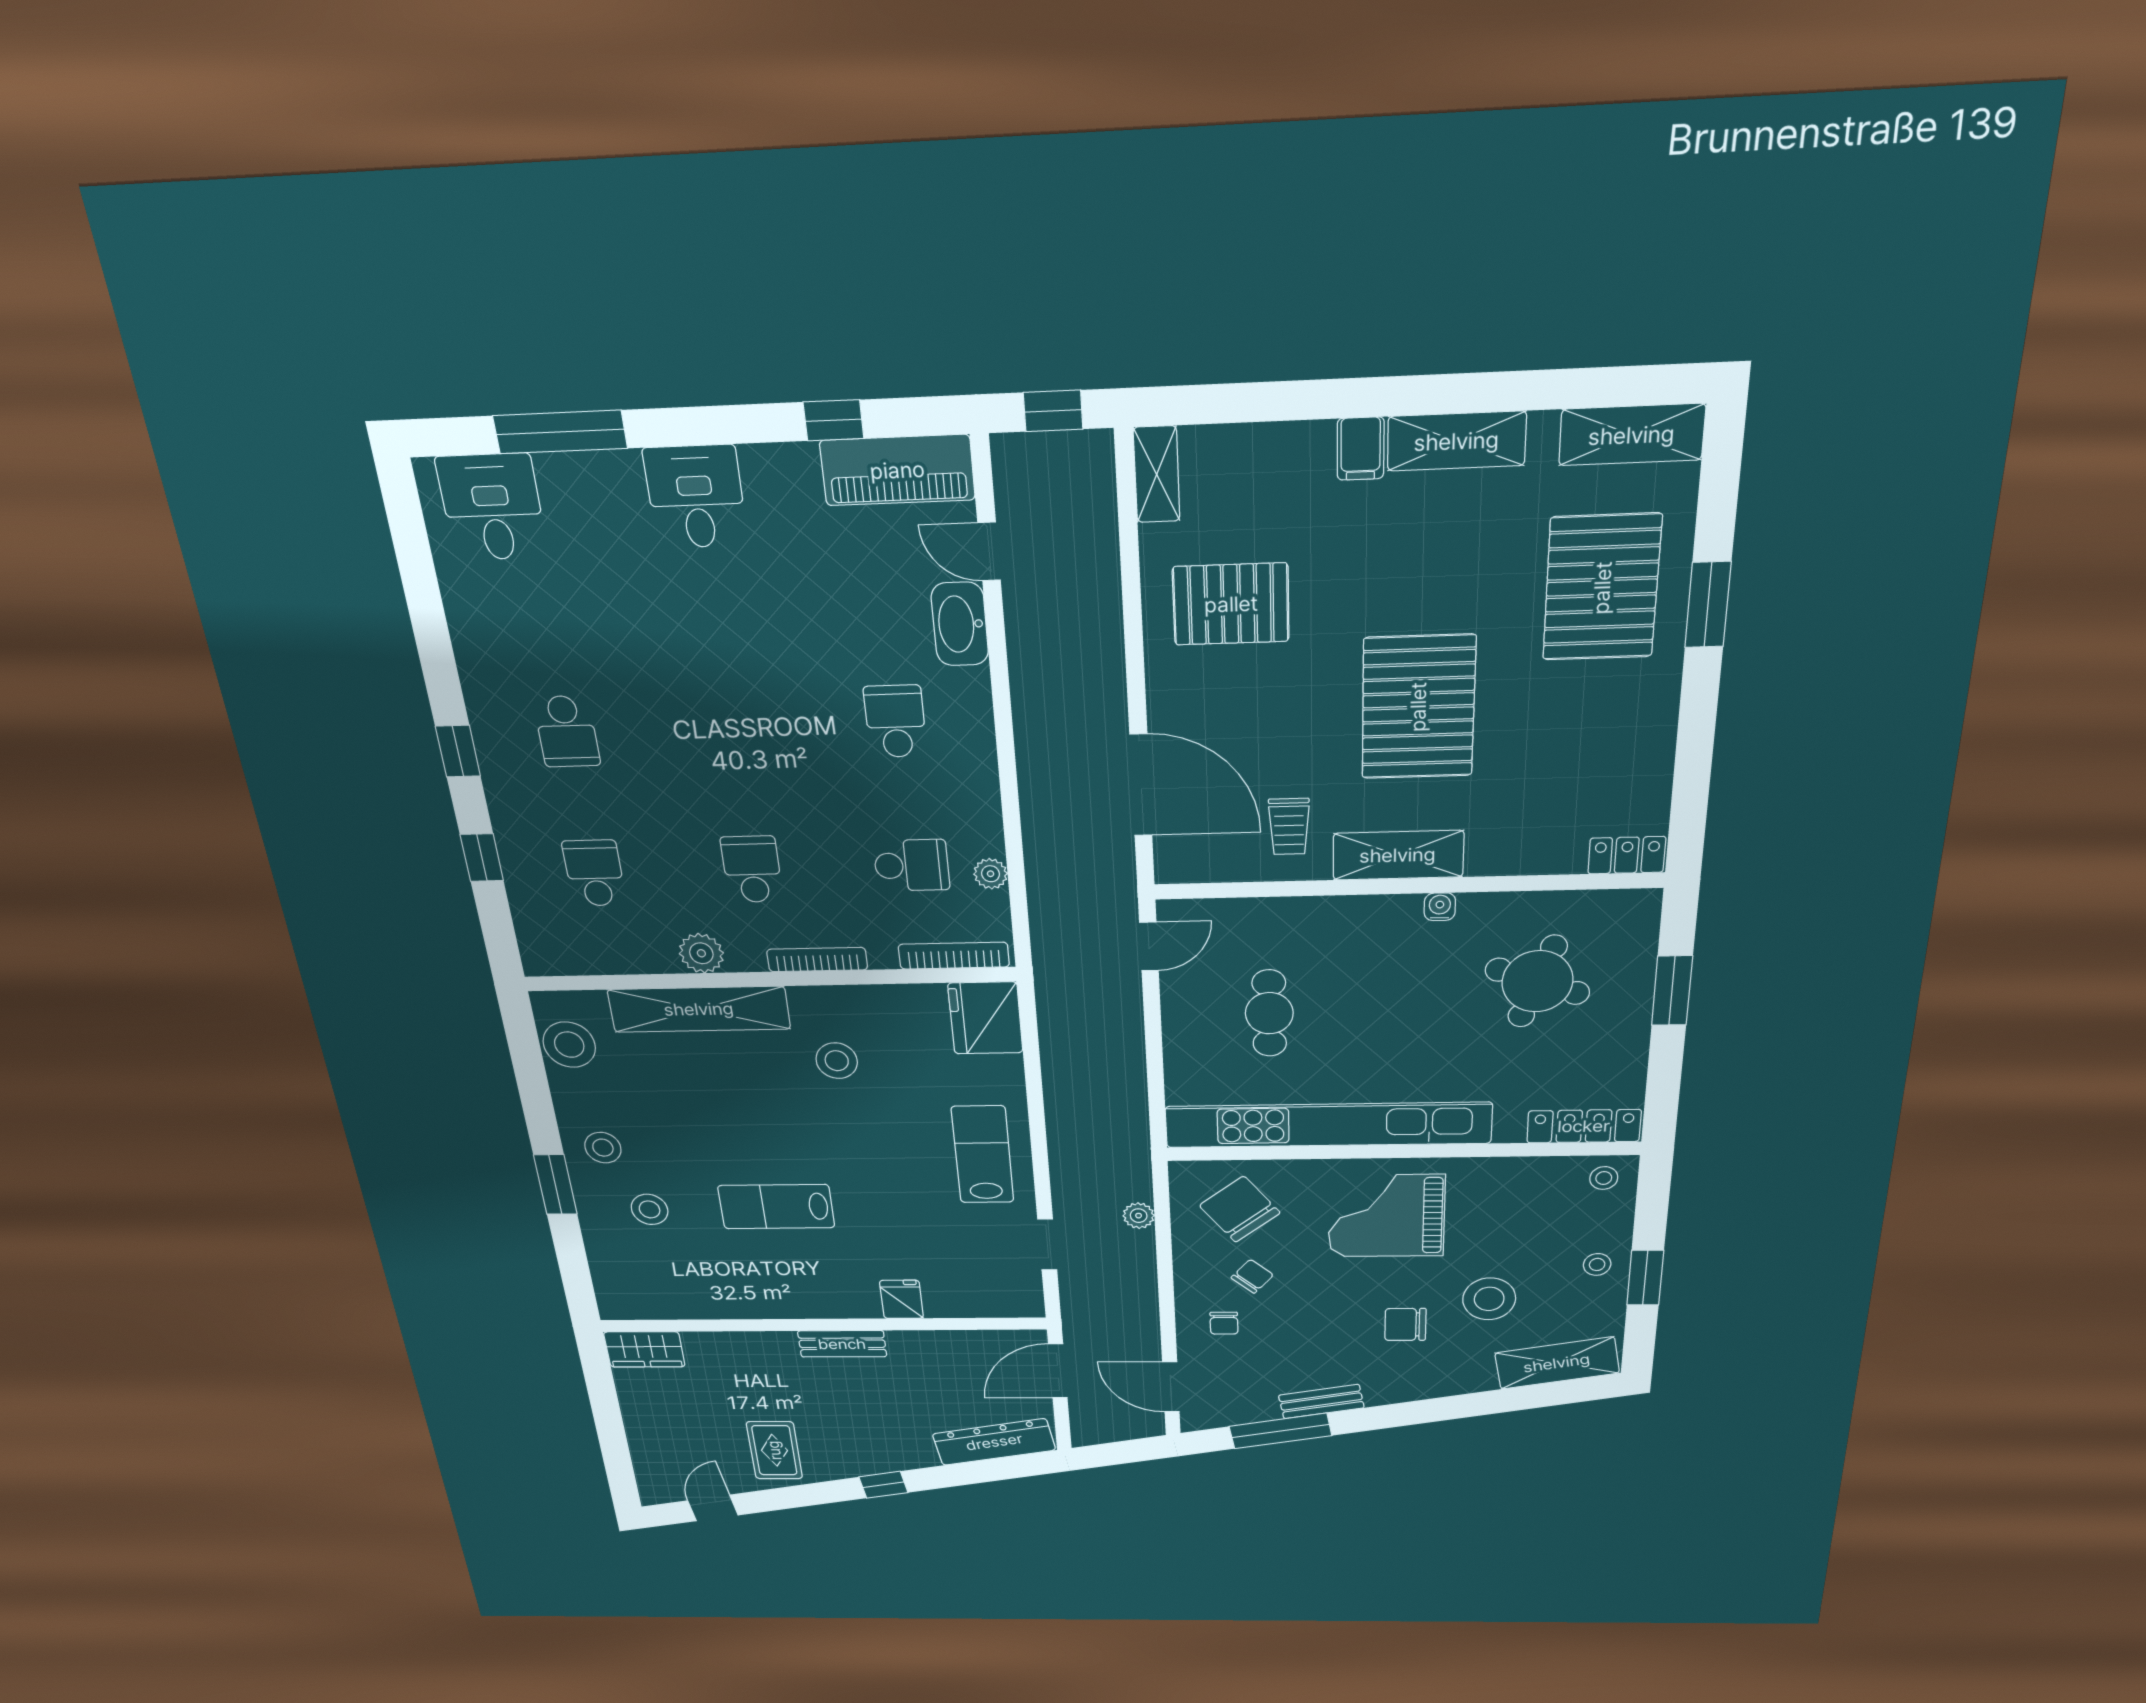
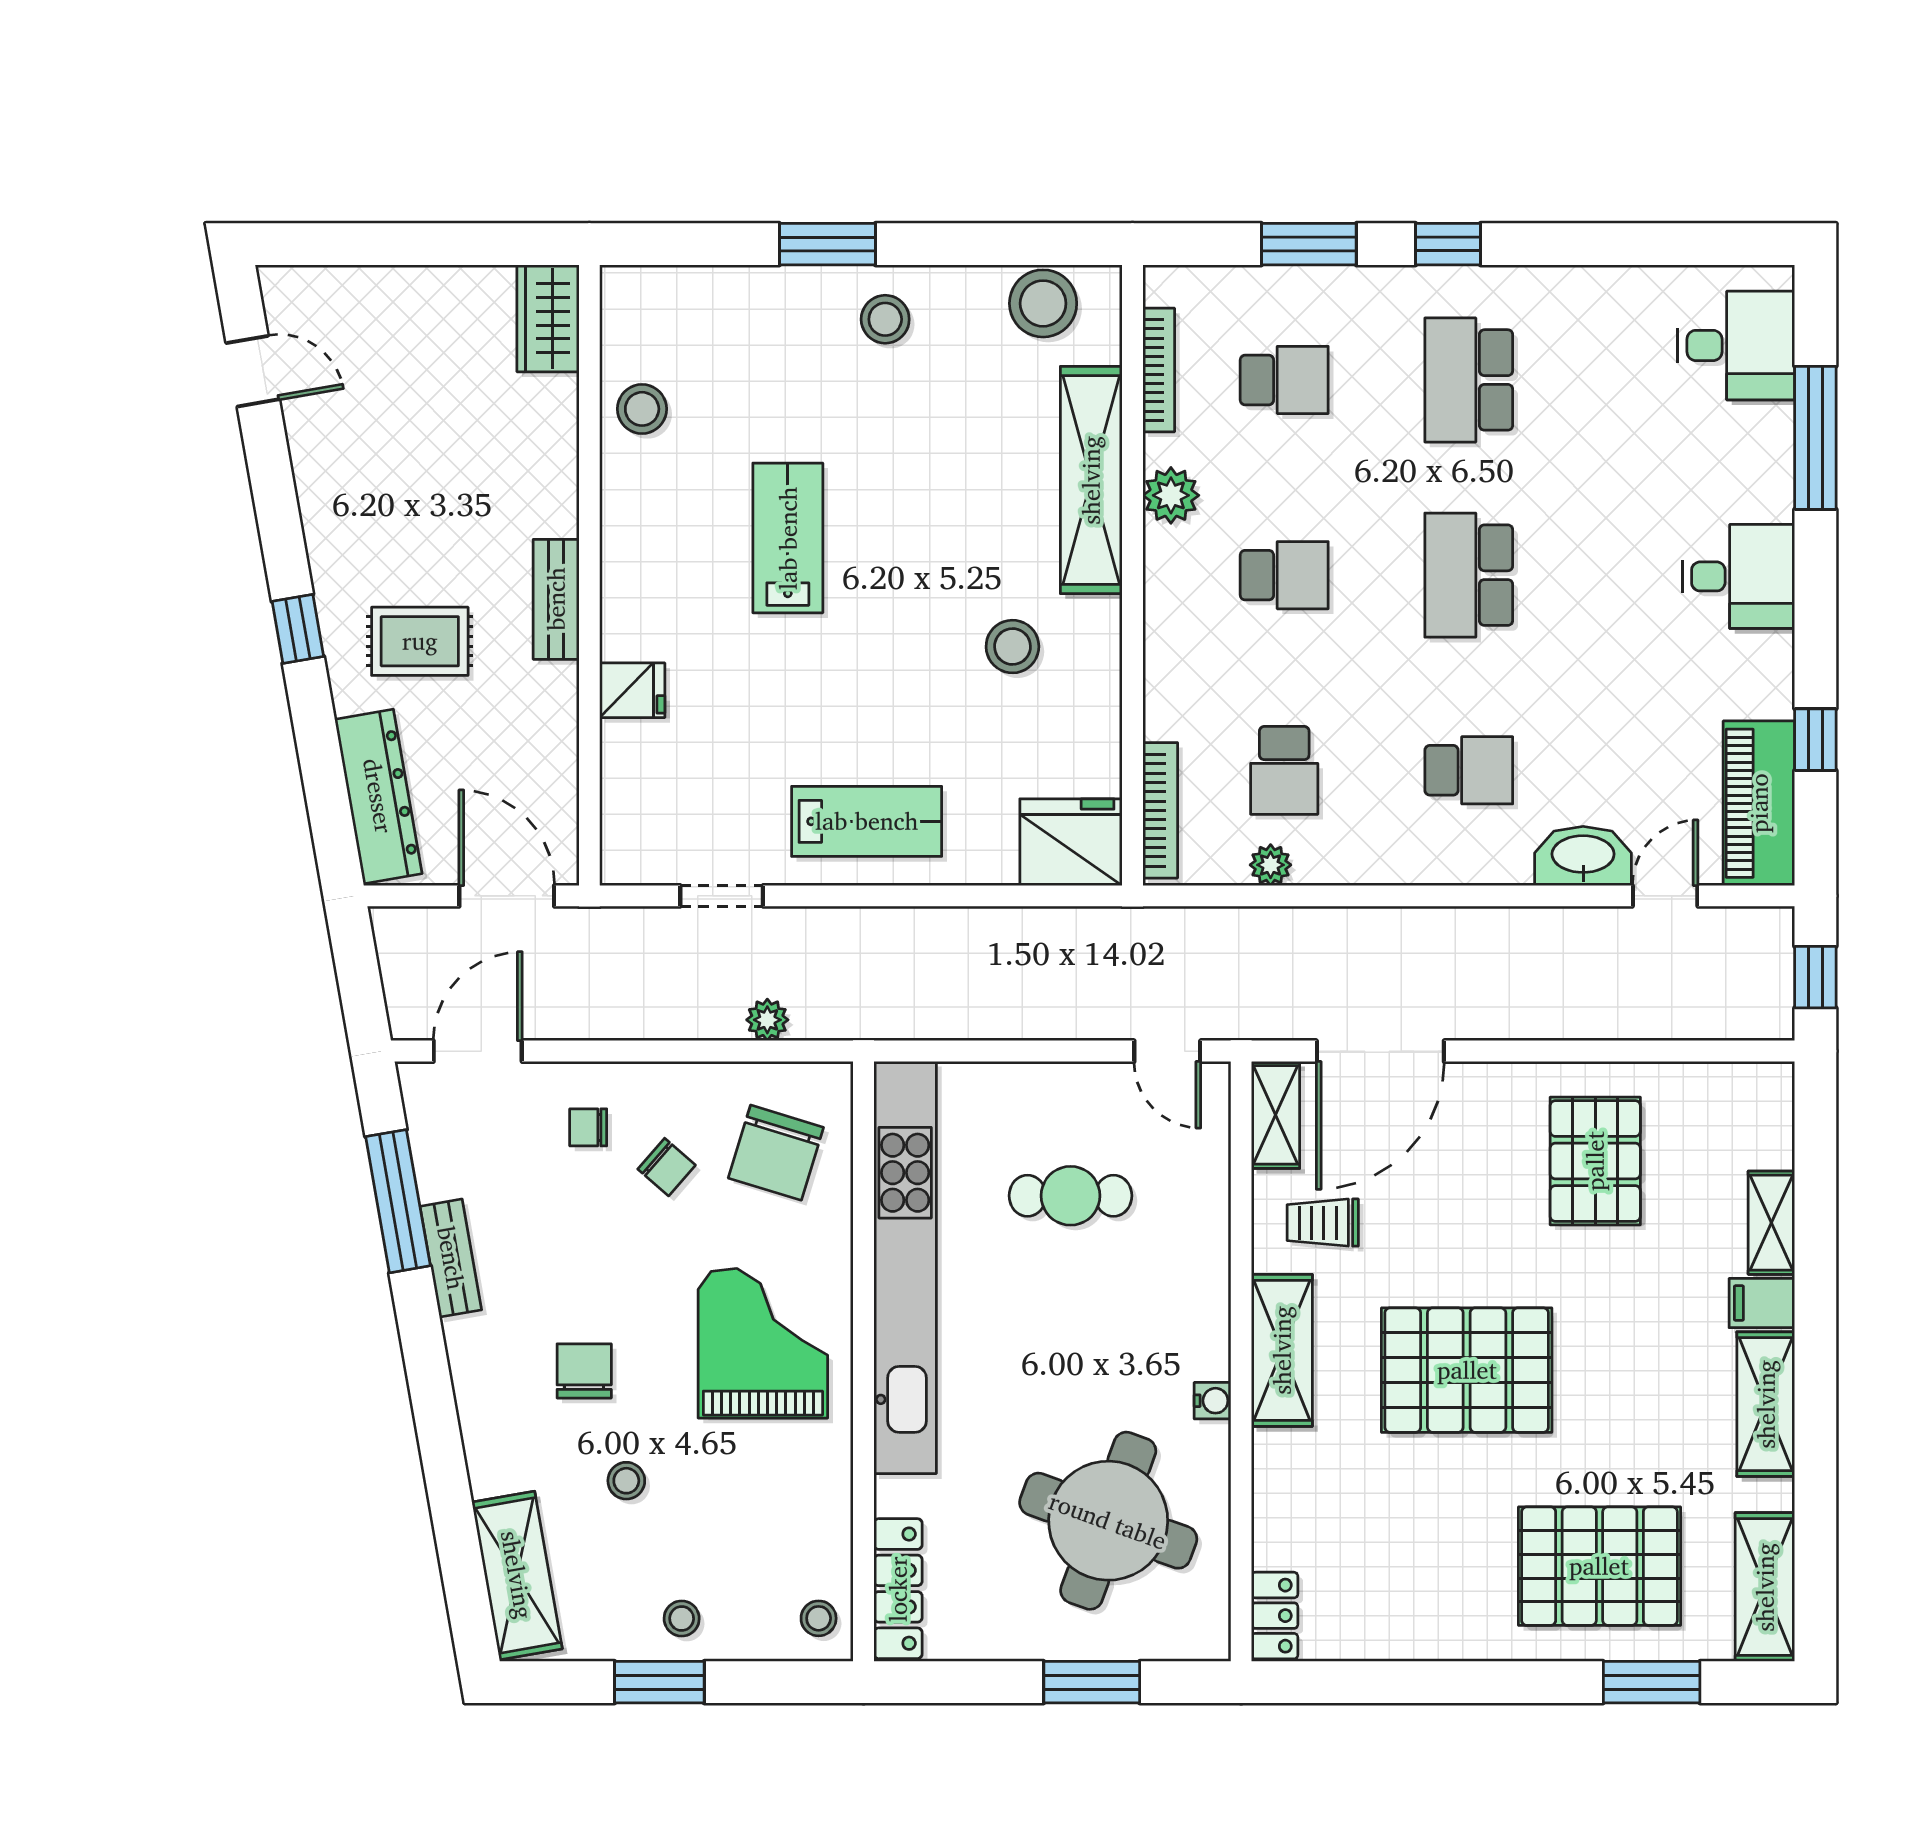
shelving: (1157, 474) -> (1771, 1223), moved, turned 90
window: (1708, 605) -> (1652, 1682), moved
school desk: (730, 726) -> (1469, 575), added
school desk: (567, 731) -> (1469, 380), width x1.85
window: (482, 858) -> (1309, 244), width x1.50
shelving: (1199, 865) -> (1276, 1115), added
bookcase: (817, 960) -> (1159, 370), moved
round table: (1537, 981) -> (1108, 1521), width x1.36, depth x1.36
stool: (650, 1209) -> (642, 409), moved
chair: (1240, 1209) -> (776, 1153), turned 145
stool: (1489, 1299) -> (626, 1481), width x0.53, depth x0.53
rug: (774, 1450) -> (420, 641), moved

